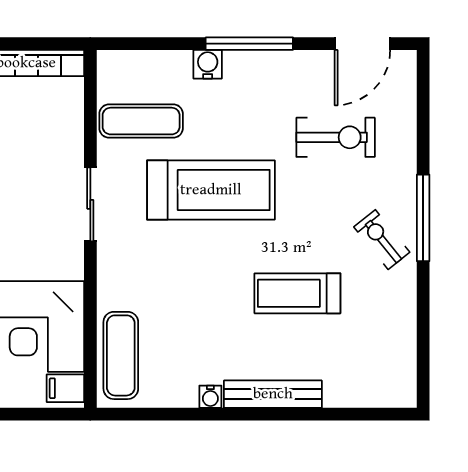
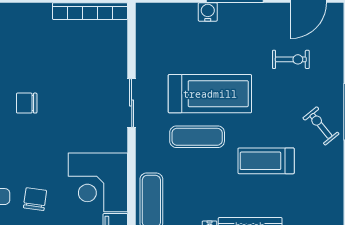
exercise mat: (141, 121) -> (197, 137), moved
exercise bike: (336, 137) -> (291, 59), width x0.73, depth x0.72

